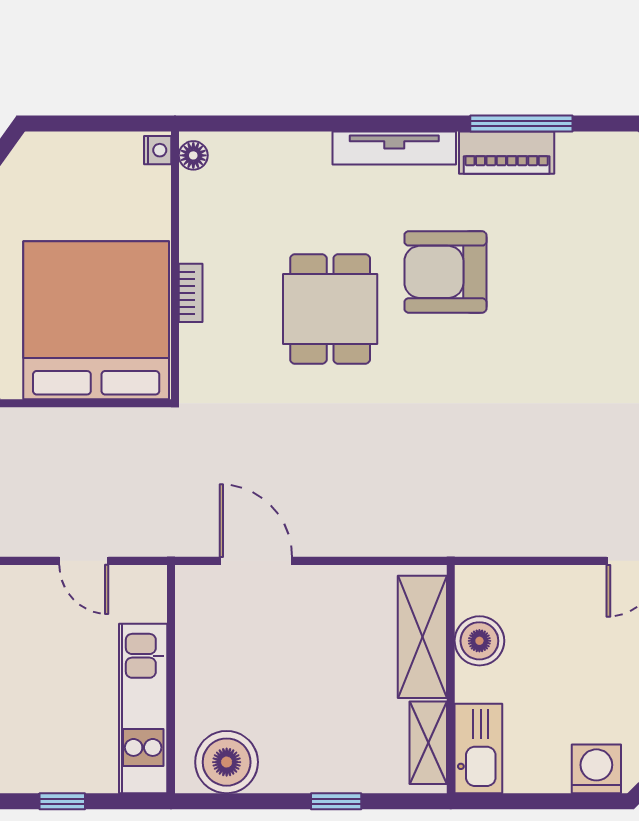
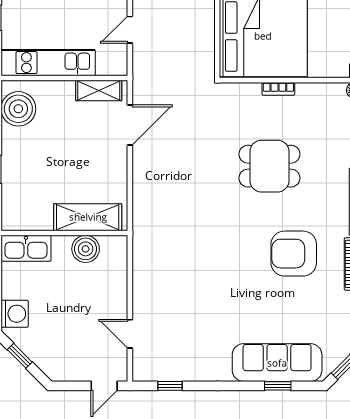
armchair: (445, 272) -> (294, 254), moved, turned -90
shelving: (428, 743) -> (99, 90), moved

